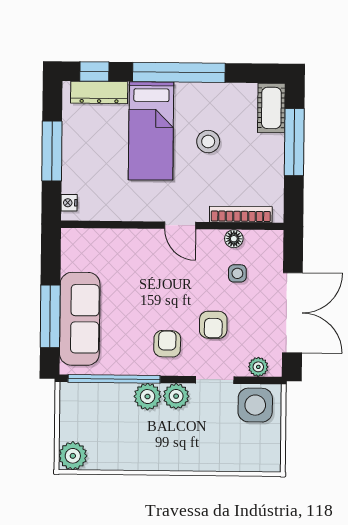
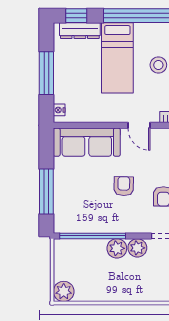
sofa: (80, 319) -> (87, 142), moved, turned 90
armchair: (167, 344) -> (124, 186), moved

